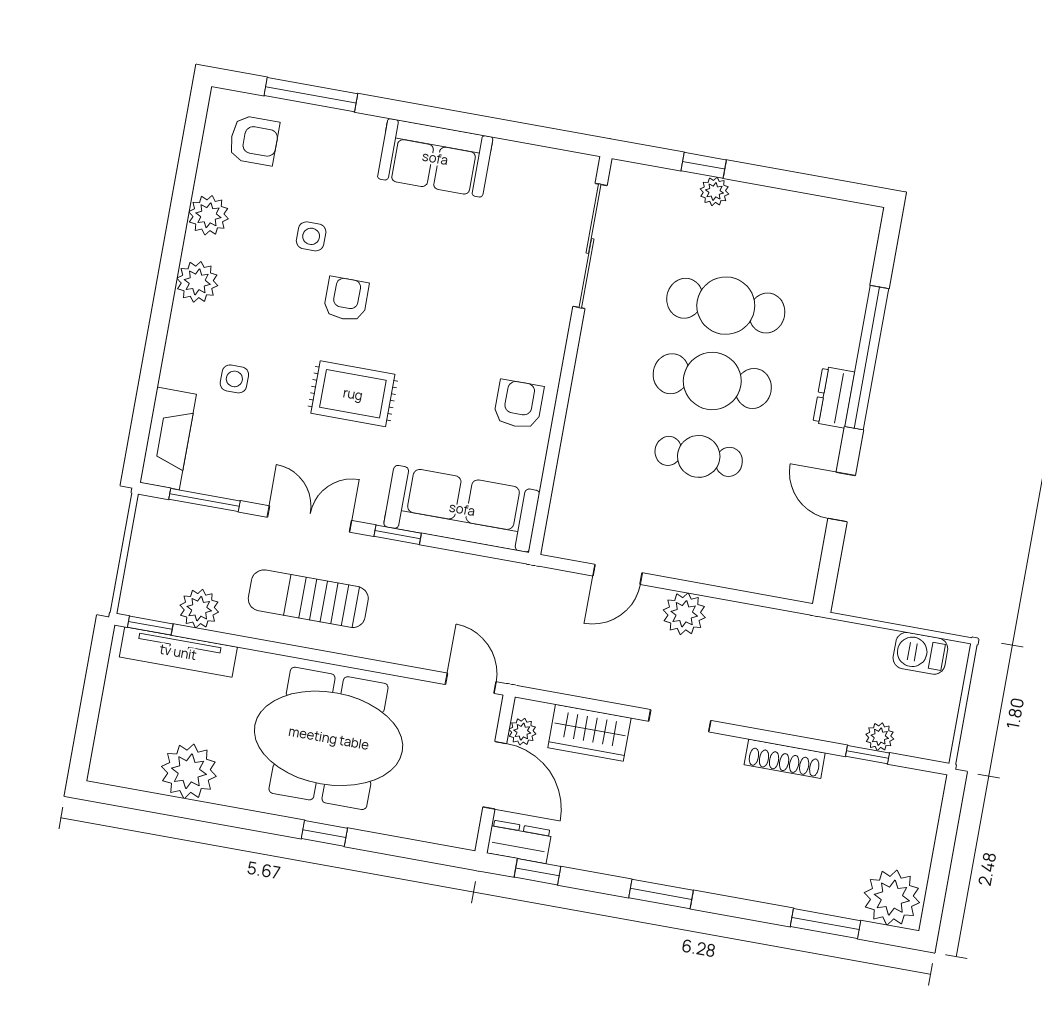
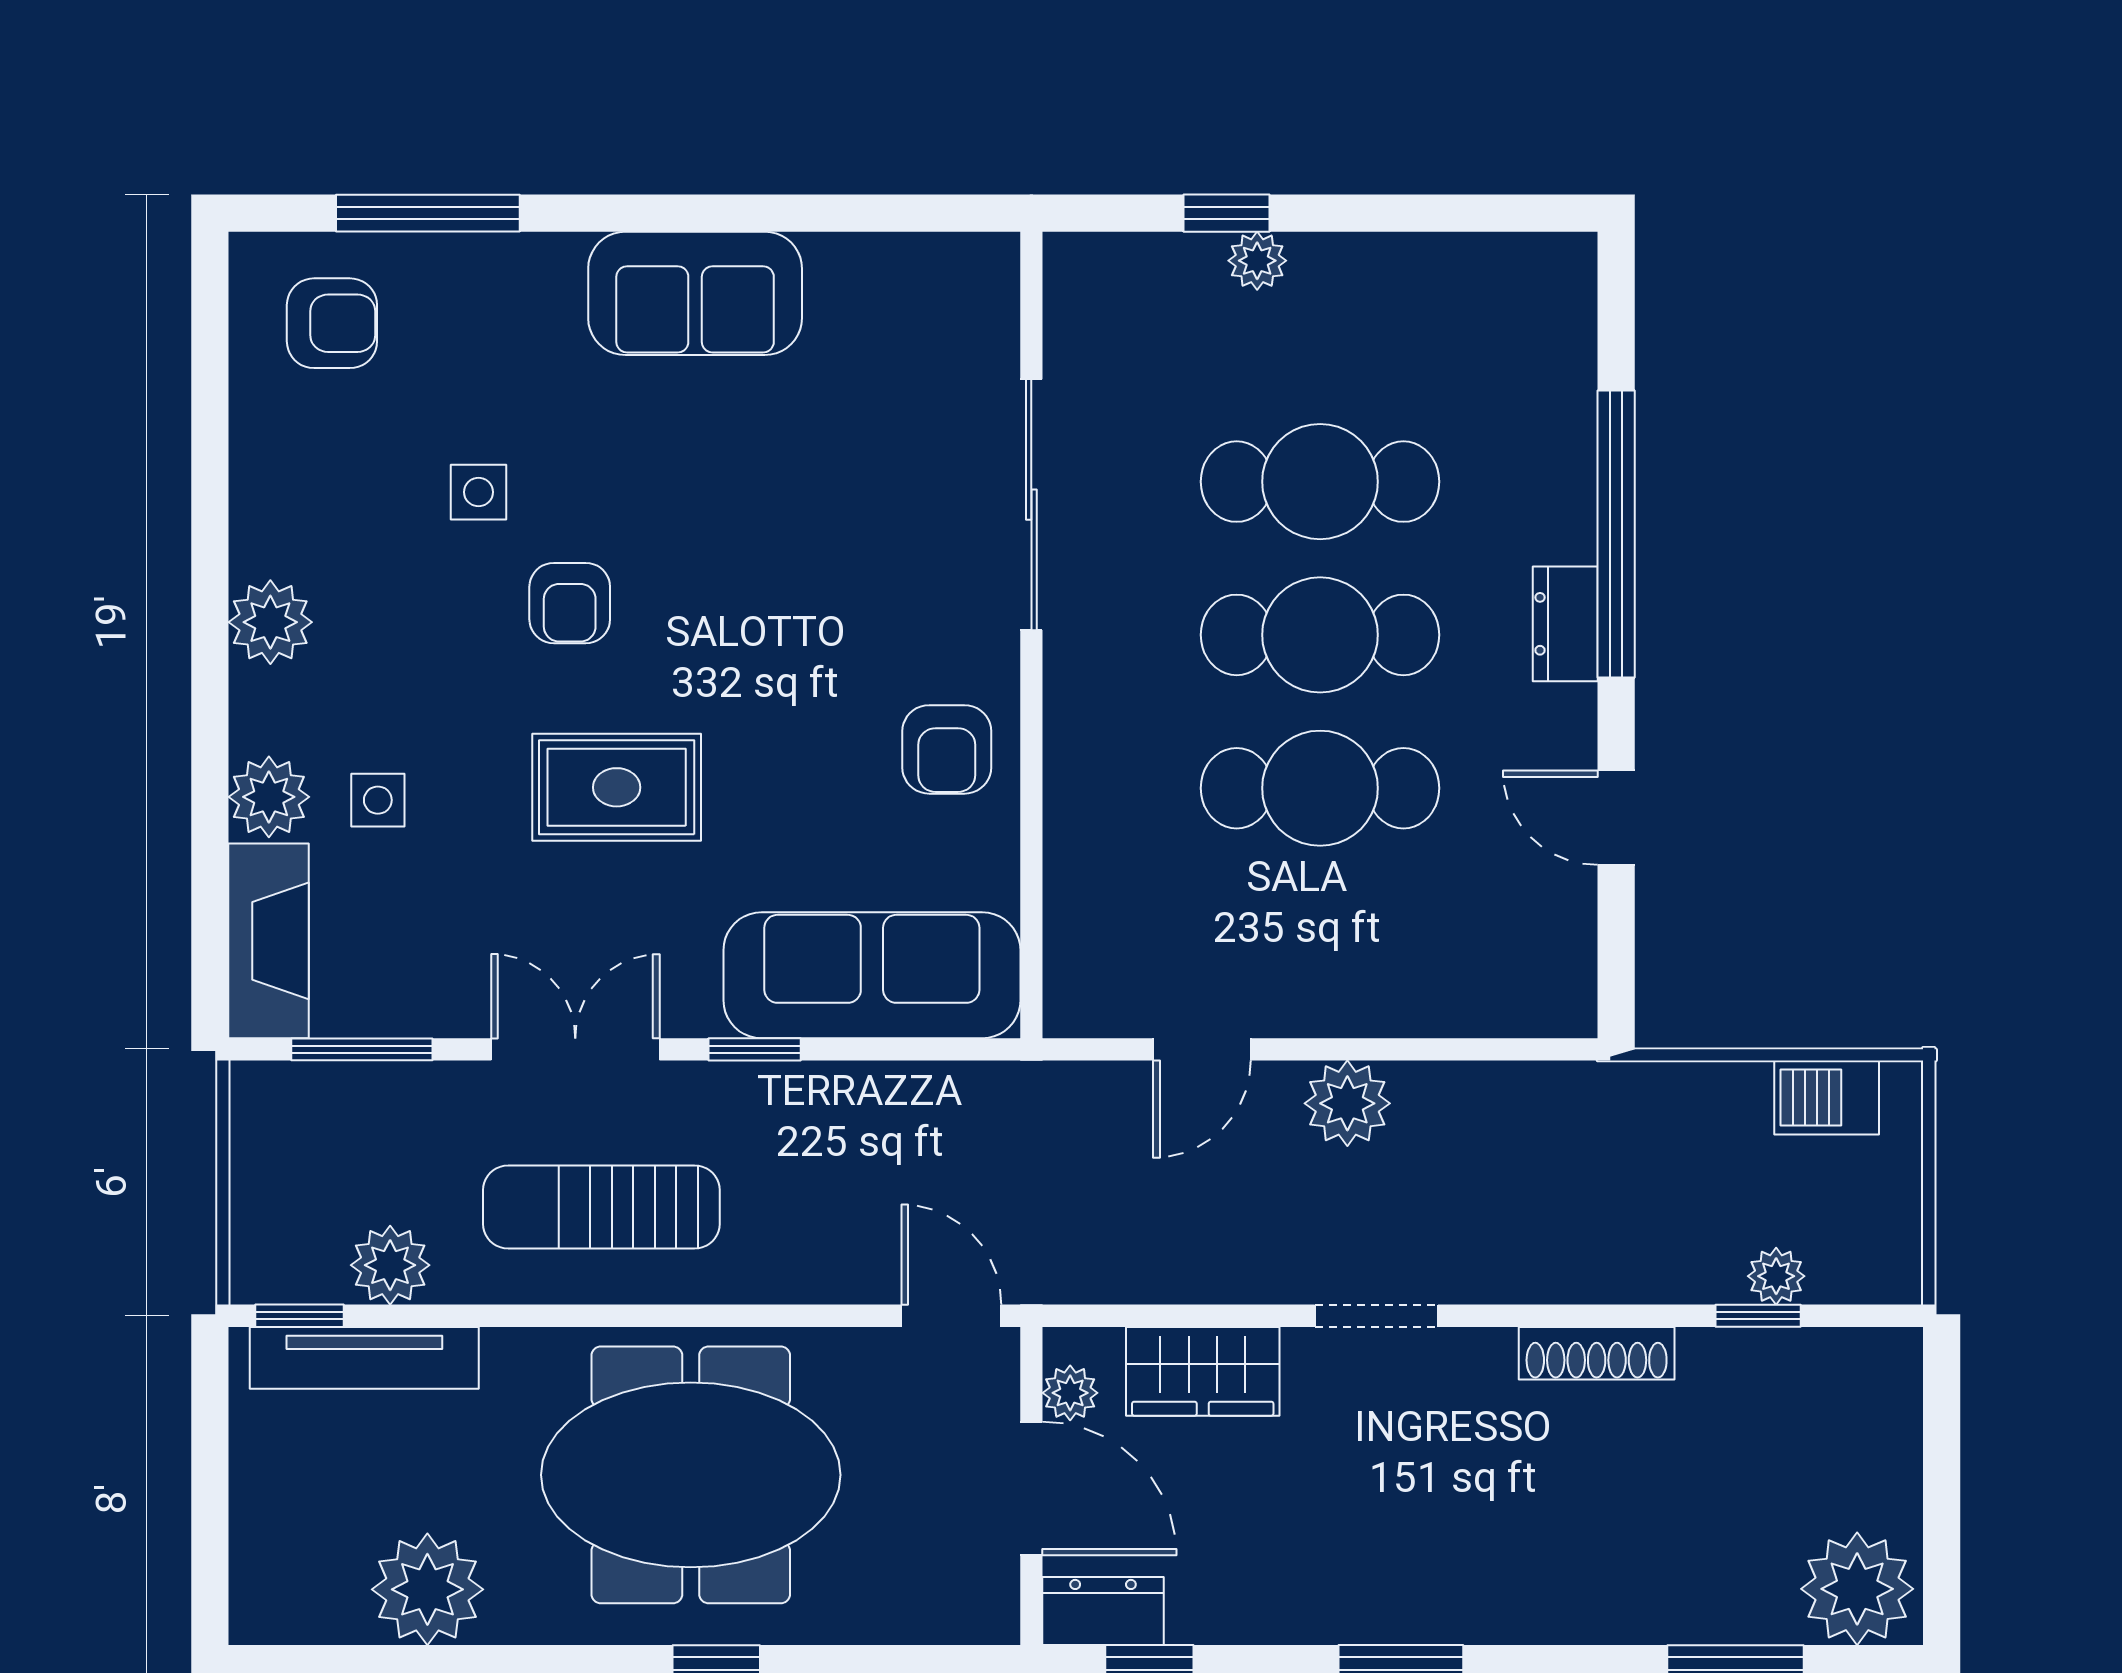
plant: (208, 215) -> (269, 797), moved
sliding door: (590, 246) -> (1031, 505), moved
armchair: (346, 299) -> (570, 603), turned 180
armchair: (519, 404) -> (947, 749), turned 180
cafe table: (699, 456) -> (1320, 788), width x1.37, depth x1.35

